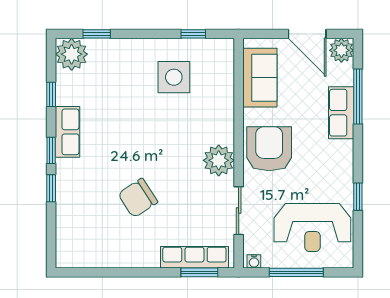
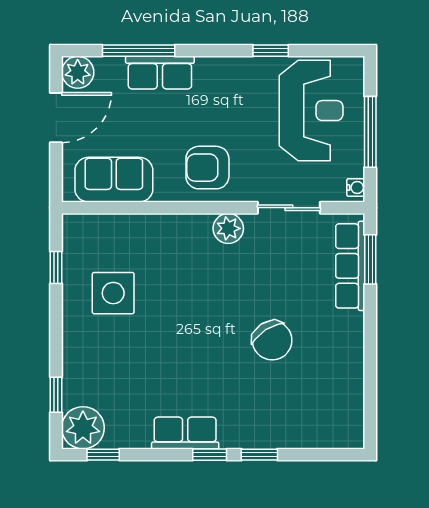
window: (51, 94) -> (103, 455), moved
armchair: (269, 149) -> (207, 168), width x0.73, depth x0.73
plant: (219, 160) -> (228, 228), width x0.73, depth x0.73

